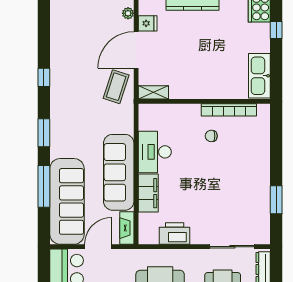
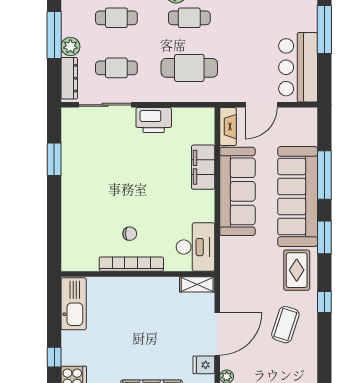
coffee table: (116, 87) -> (285, 325), moved
rug: (68, 105) -> (297, 270), added
bookcase: (229, 110) -> (131, 264), moved
desk: (155, 152) -> (195, 247), moved
sofa: (67, 201) -> (298, 196), moved
printer: (175, 234) -> (154, 120), moved

